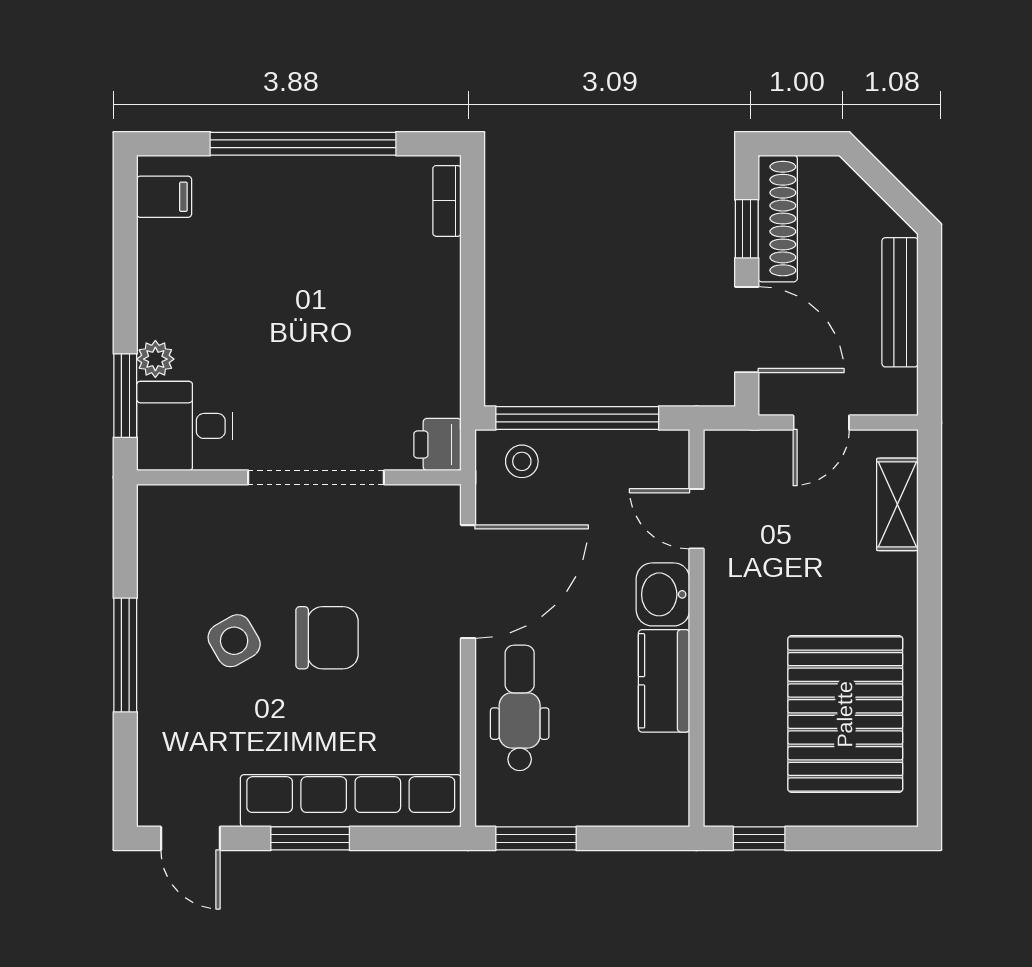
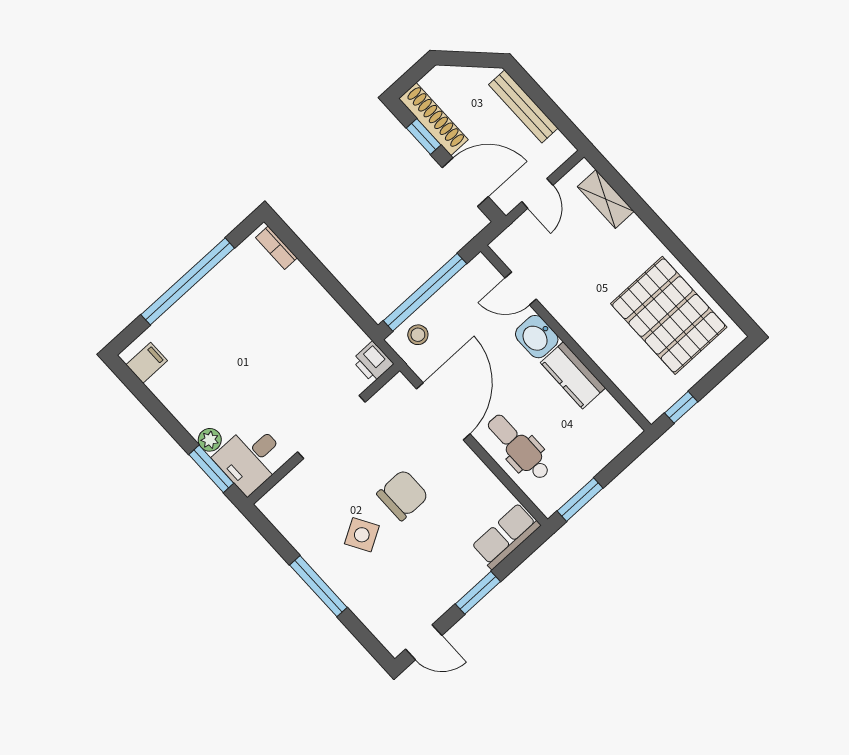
row of seats: (351, 801) -> (506, 536), width x0.50

